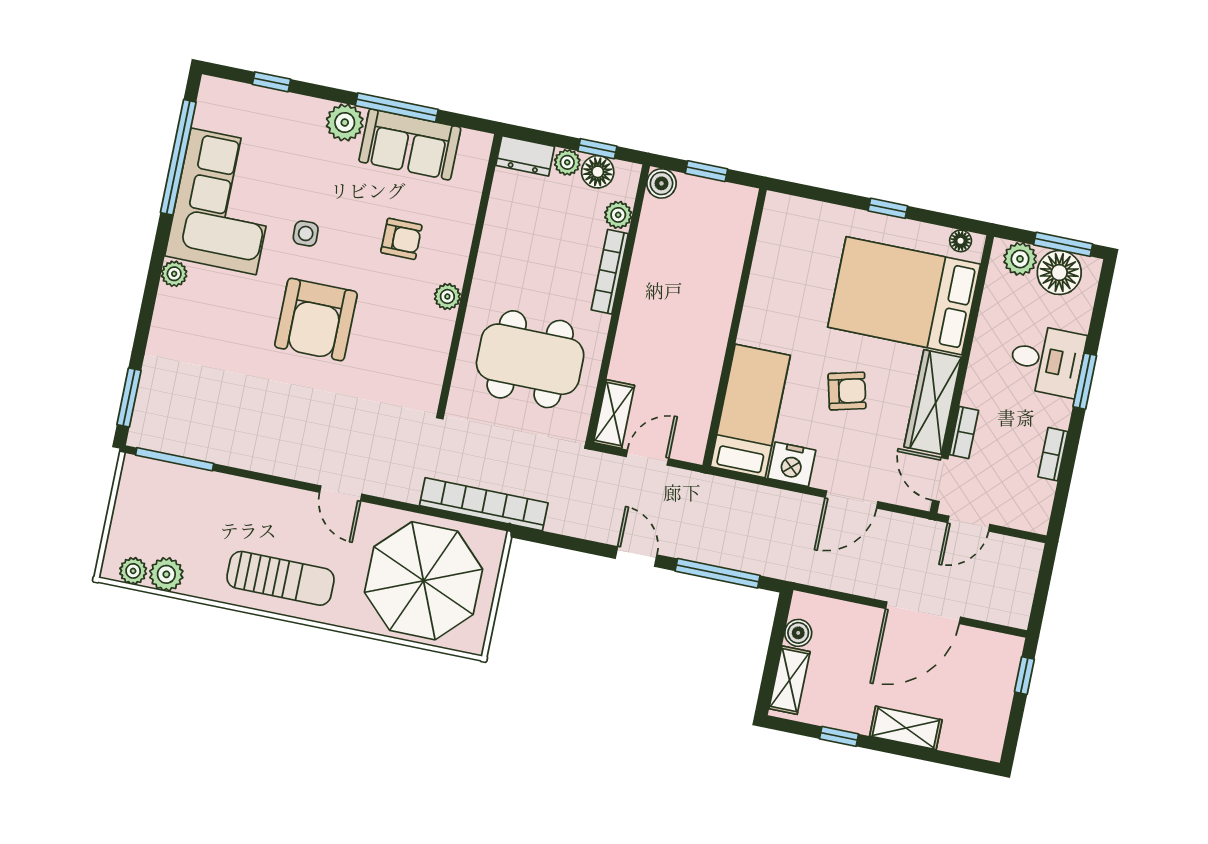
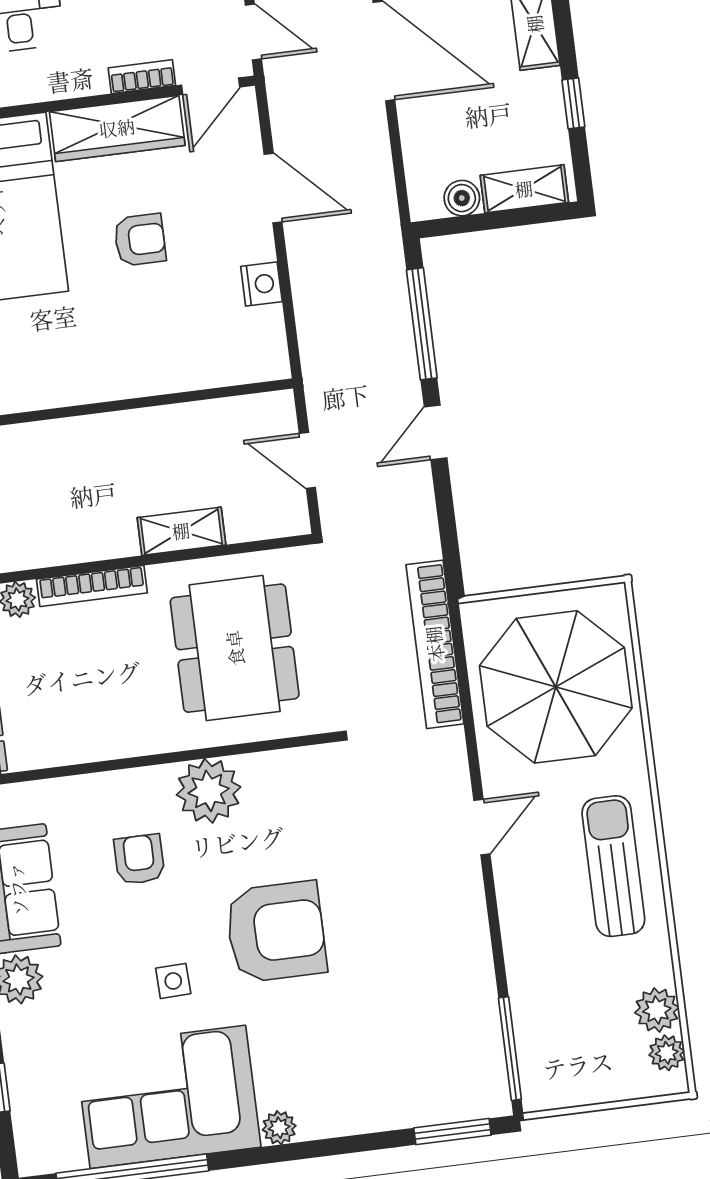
plant: (447, 297) -> (209, 791), width x1.87, depth x1.87
armchair: (847, 391) -> (140, 240), turned 104
bed: (750, 411) -> (206, 352), removed
shelving: (614, 414) -> (181, 531), moved
nightstand: (792, 464) -> (261, 284), width x0.74, depth x0.75

